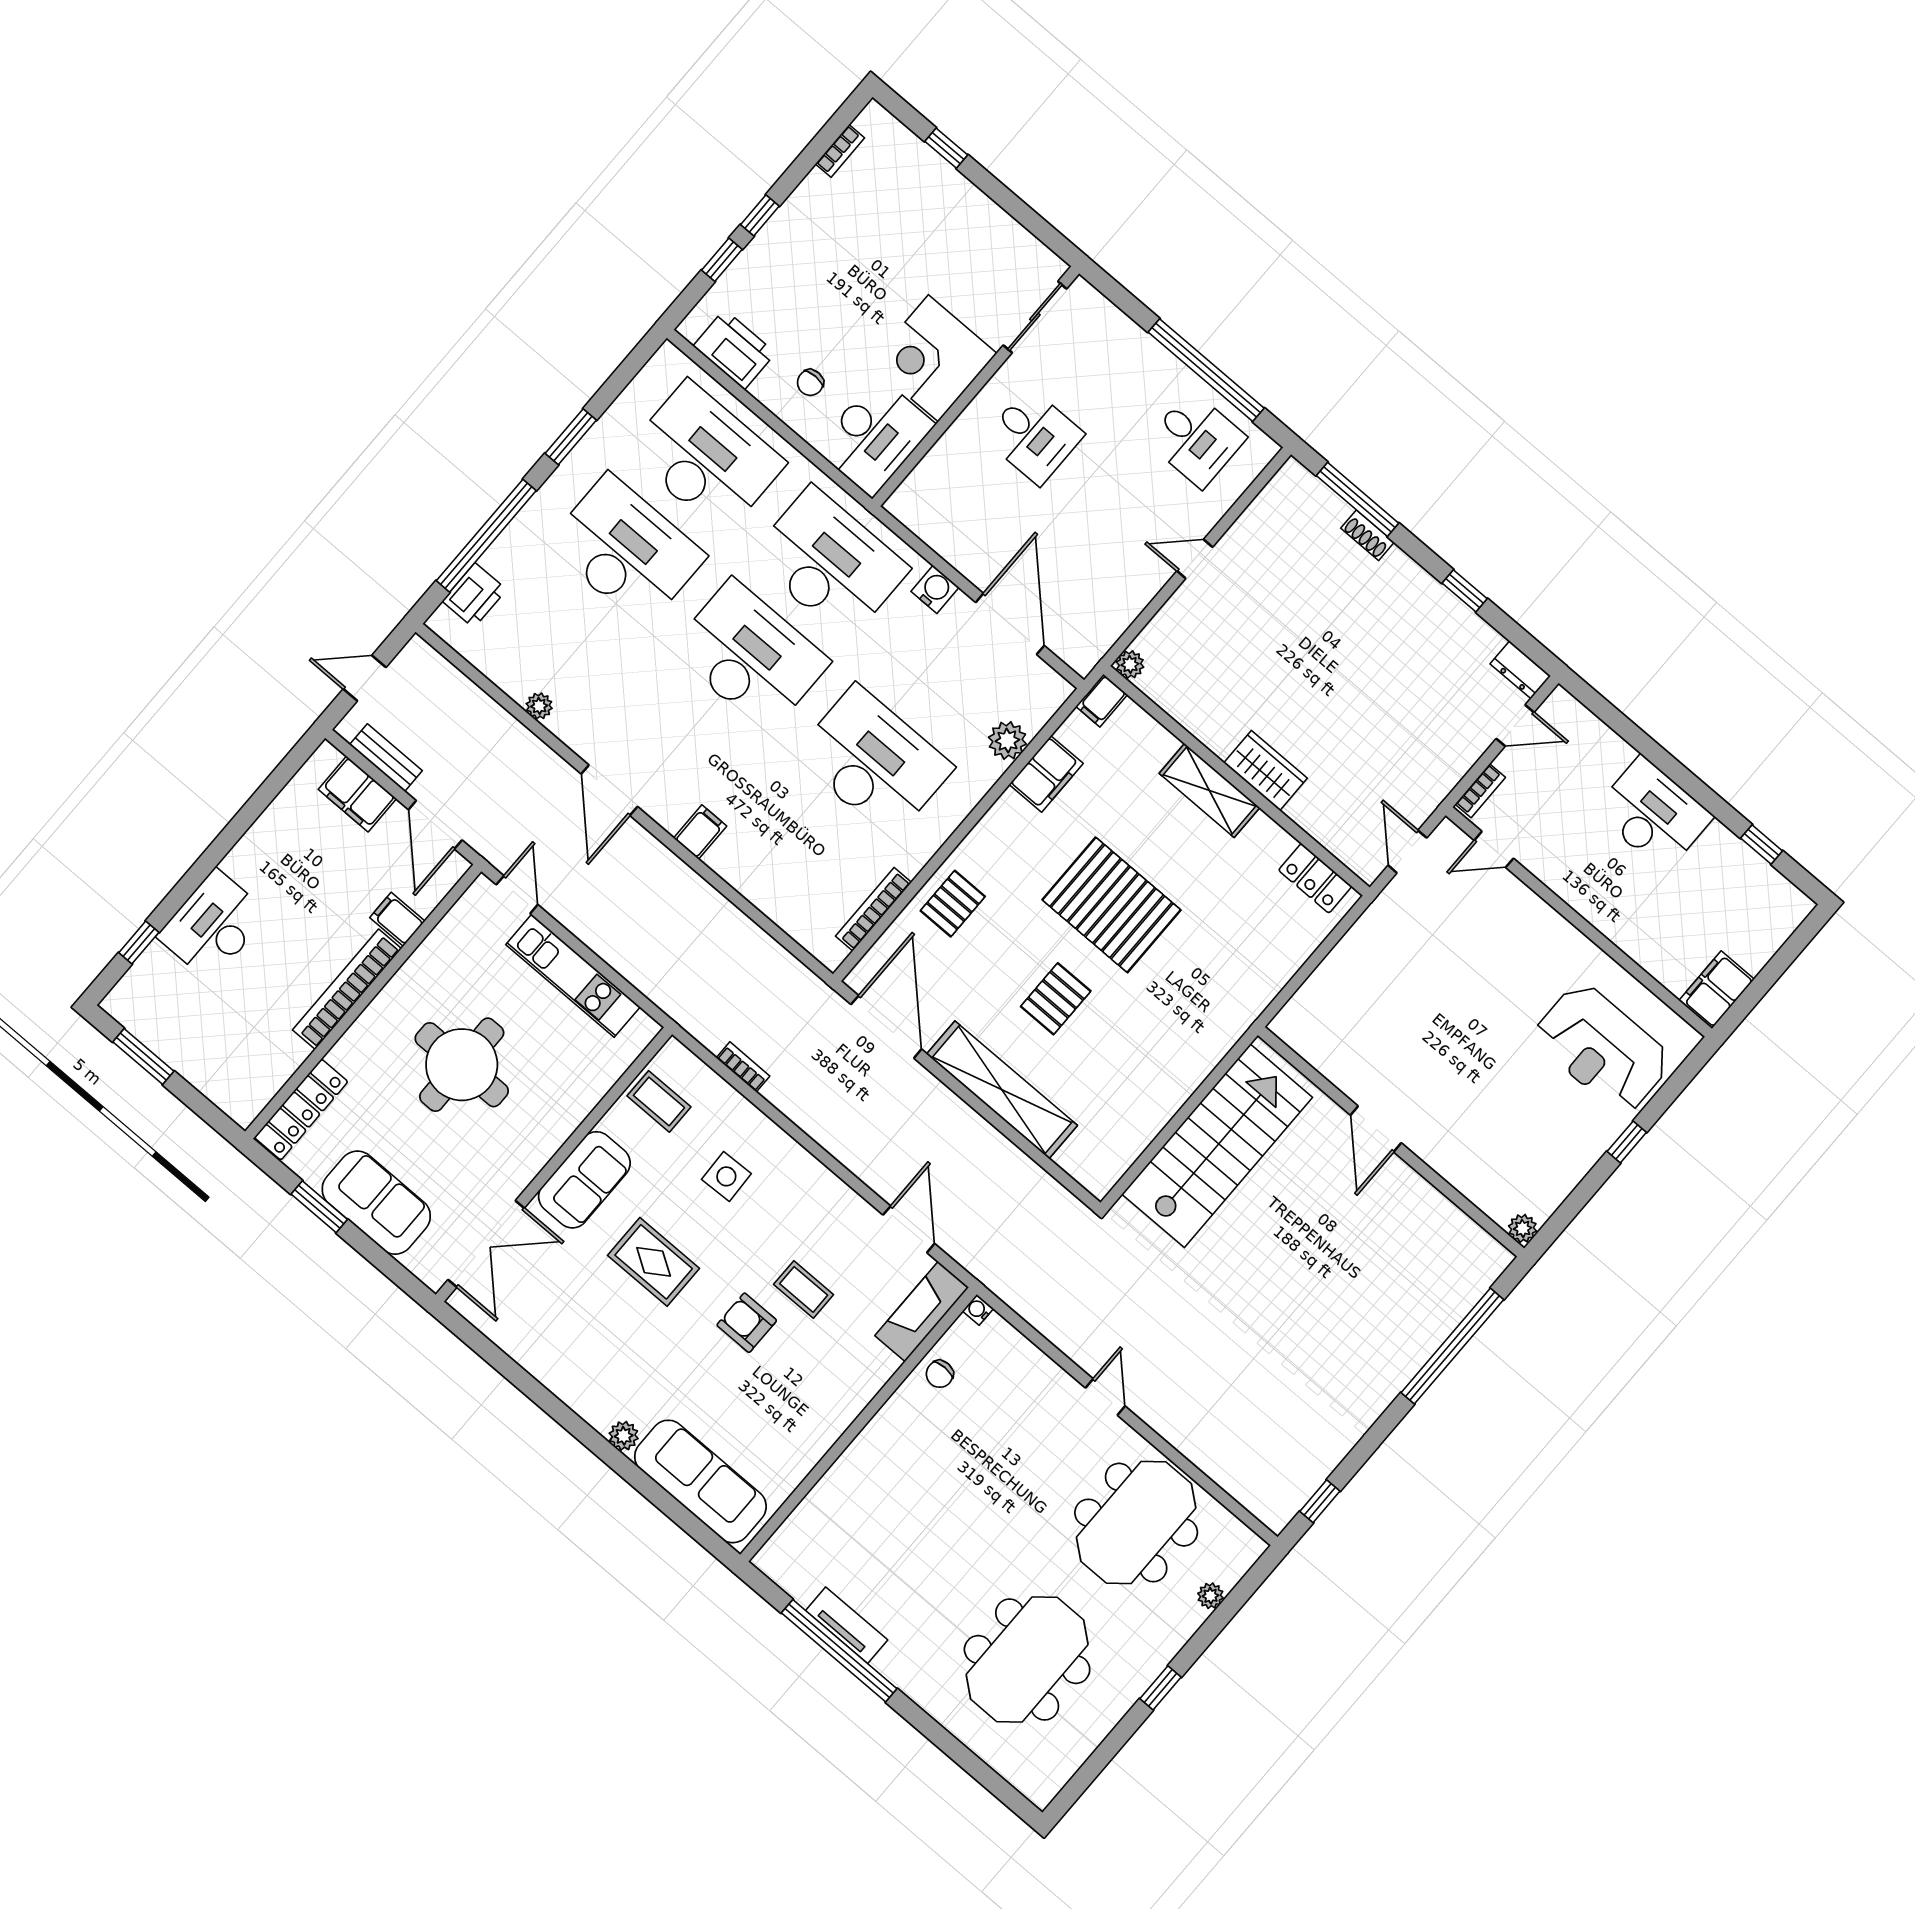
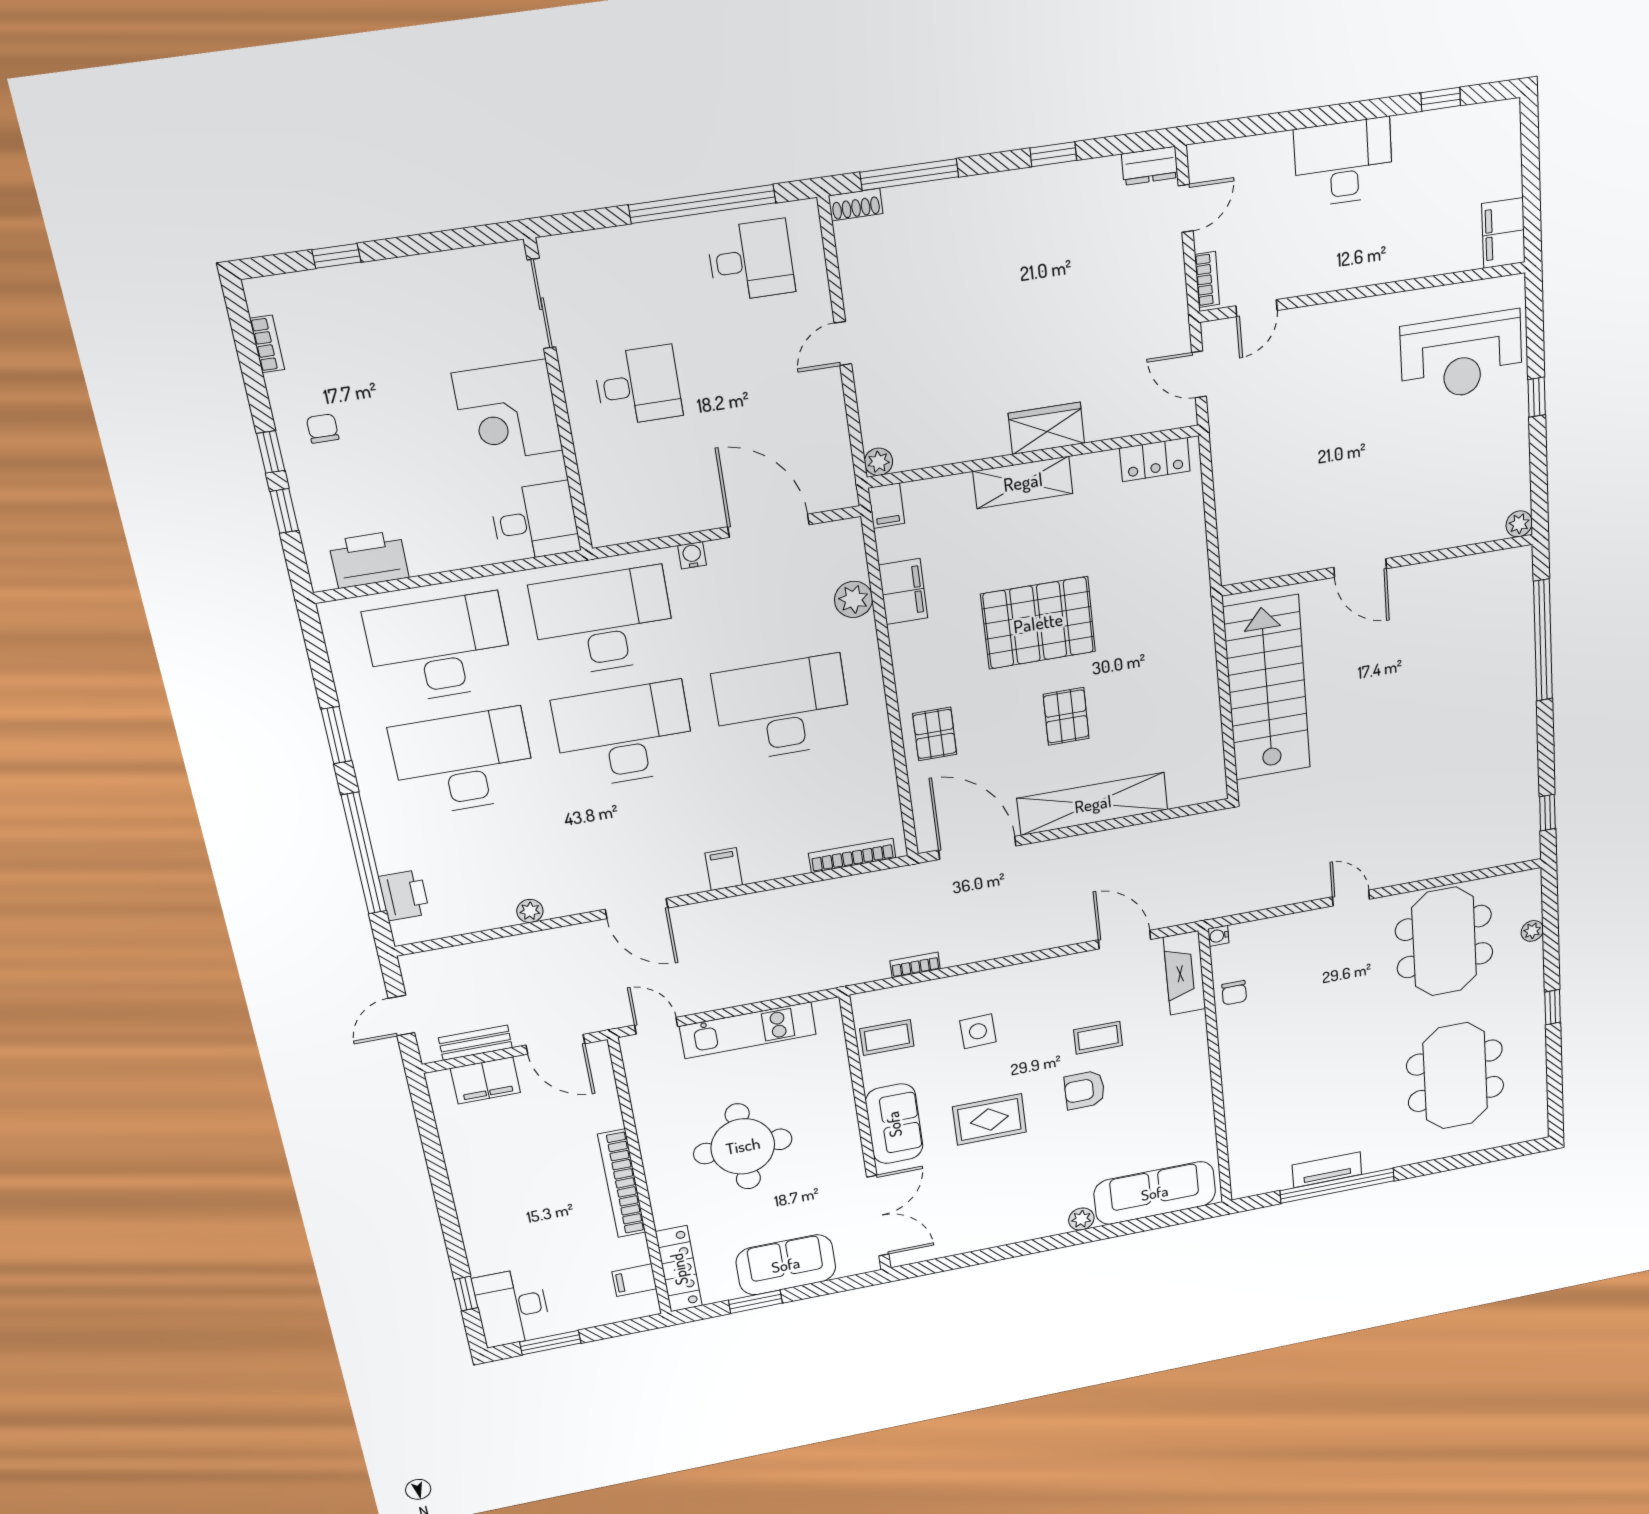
chair: (810, 383) -> (323, 428), moved, turned 180
desk: (875, 436) -> (535, 521), width x0.73
shoe rack: (1367, 535) -> (856, 205), moved
water cooler: (935, 589) -> (692, 555), width x0.72, depth x0.72
bookcase: (873, 909) -> (852, 855), moved, turned 90
filing cabinet: (397, 919) -> (634, 1280), moved
desk: (213, 925) -> (512, 1307), moved

